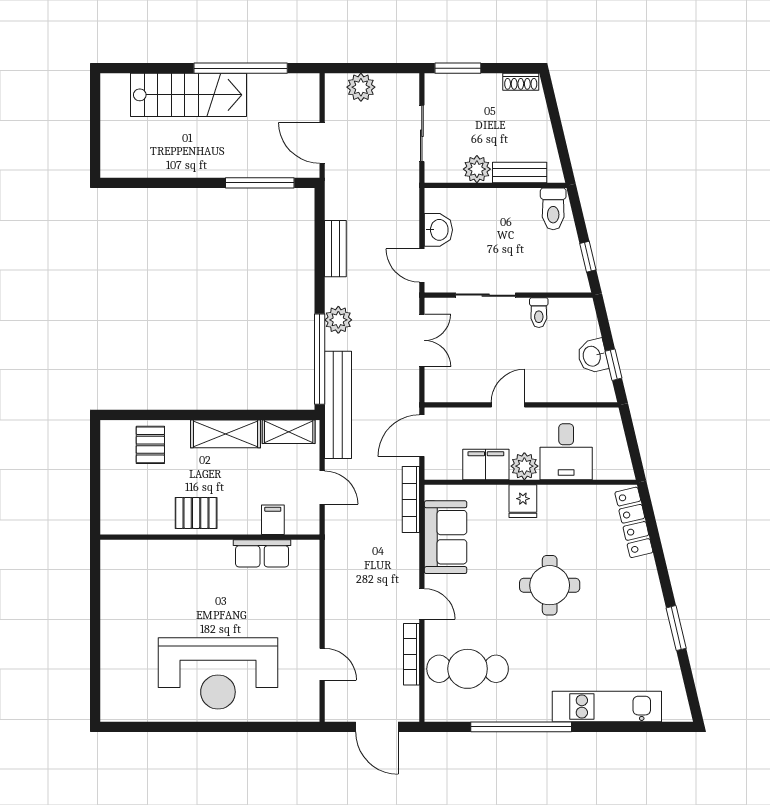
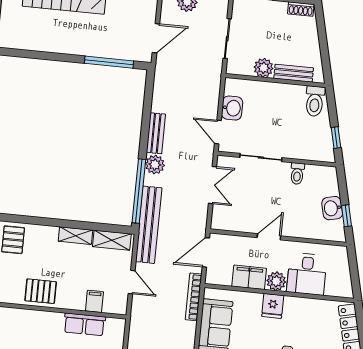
door: (322, 143) -> (156, 38), swing flipped
bench: (335, 249) -> (156, 133), moved
shelving: (225, 434) -> (75, 236), width x0.67, depth x0.75

